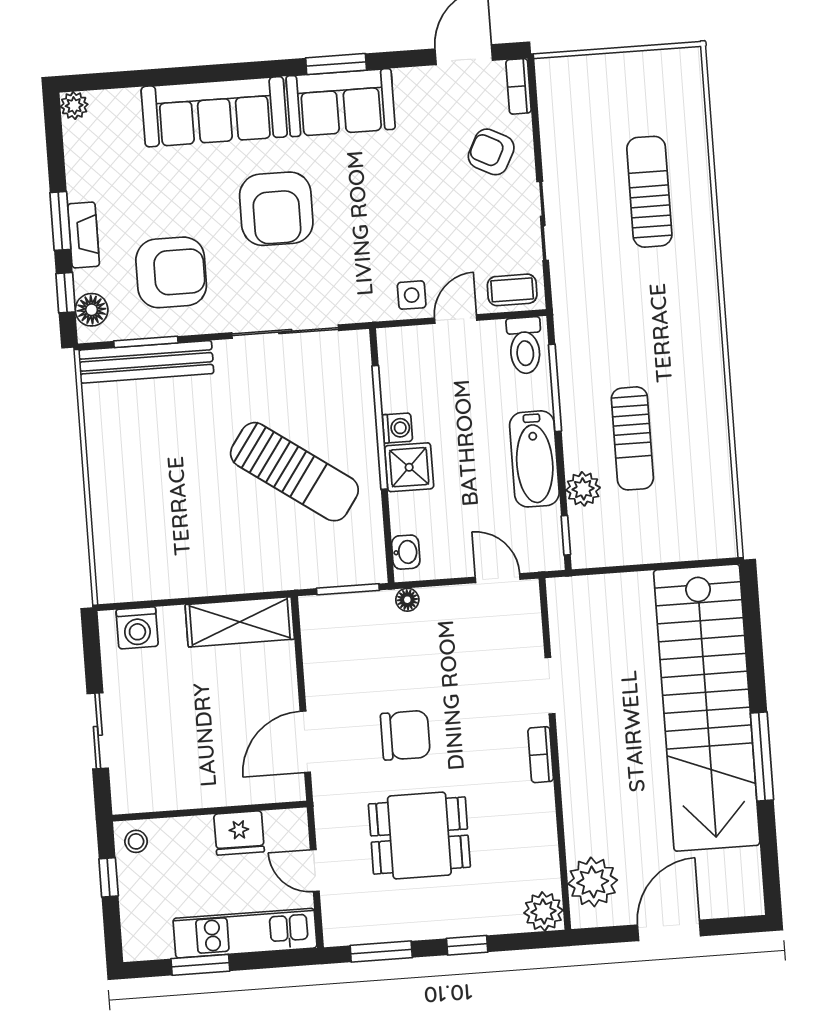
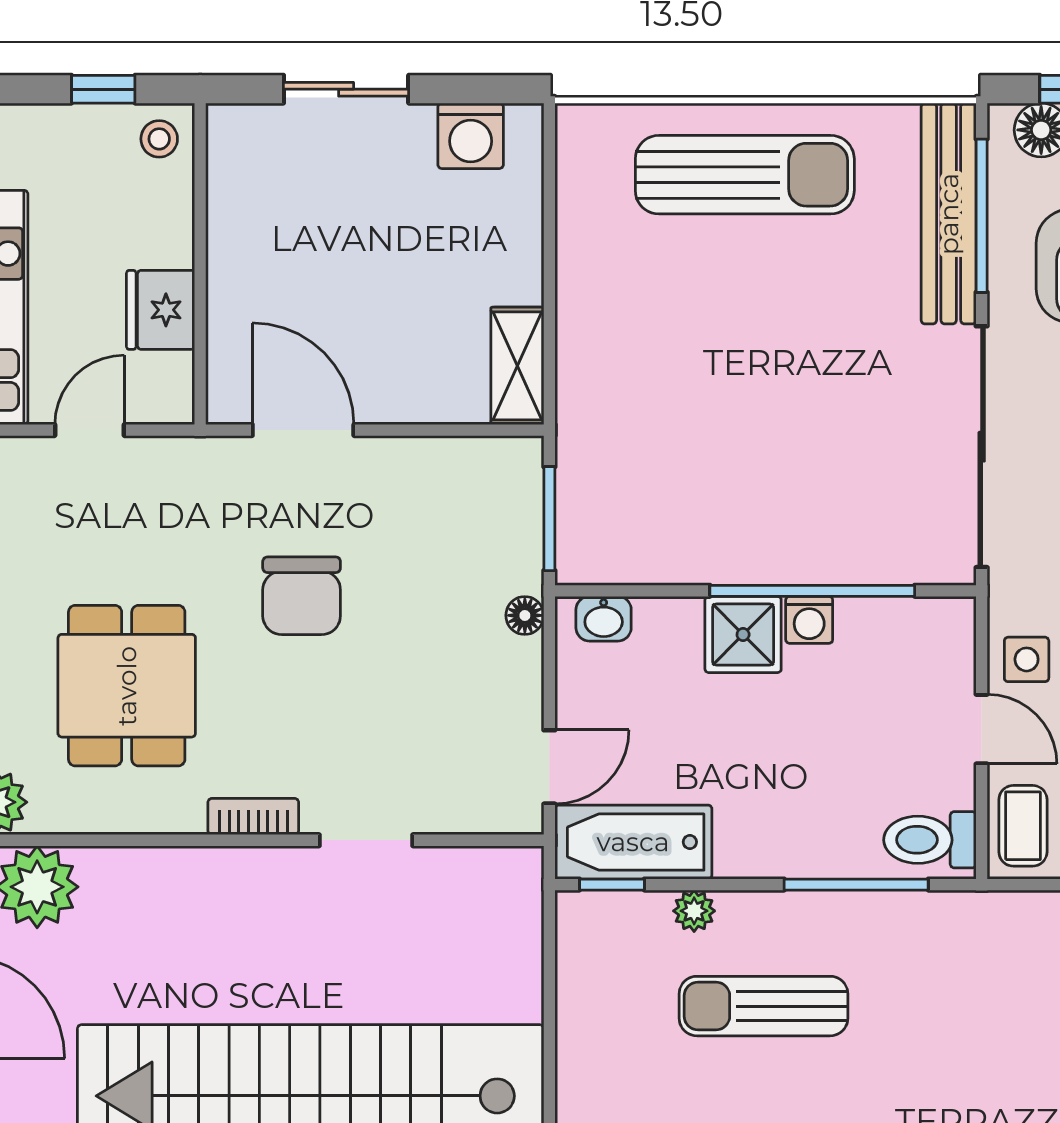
sliding door: (285, 332) -> (982, 447), width x1.36
window: (146, 342) -> (982, 216), width x1.44
bathtub: (534, 459) -> (633, 842), moved
sun lounger: (294, 472) -> (745, 175), moved, turned -125
plant: (583, 489) -> (694, 911), width x0.73, depth x0.73
shelving: (240, 622) -> (517, 366), width x0.67, depth x0.75
washing machine: (137, 628) -> (471, 136), moved, turned -90
dining table: (419, 836) -> (127, 686), moved

